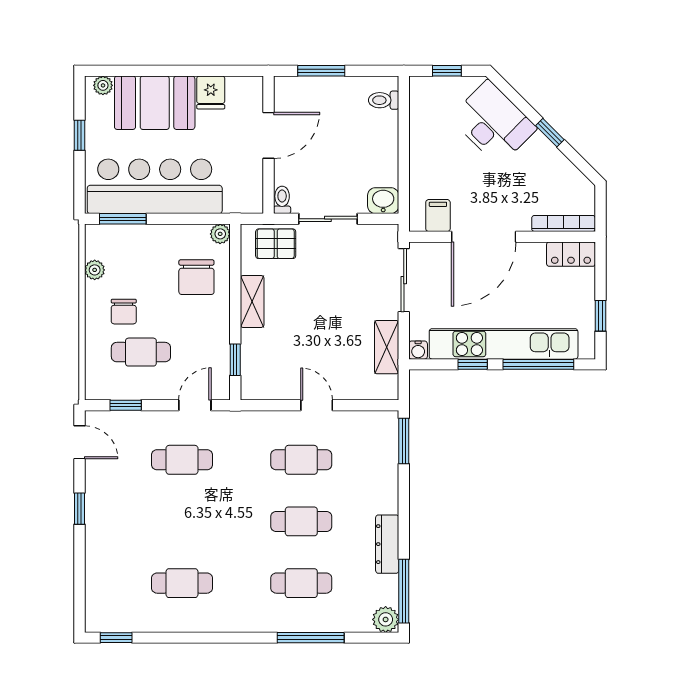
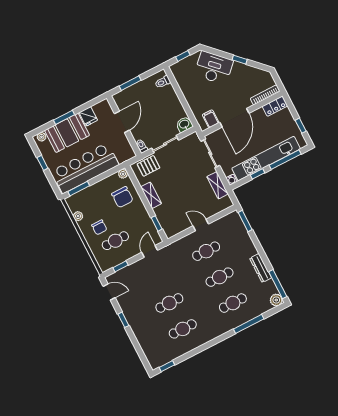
window: (164, 71) -> (64, 117), added
cafe table: (182, 460) -> (169, 303), moved

